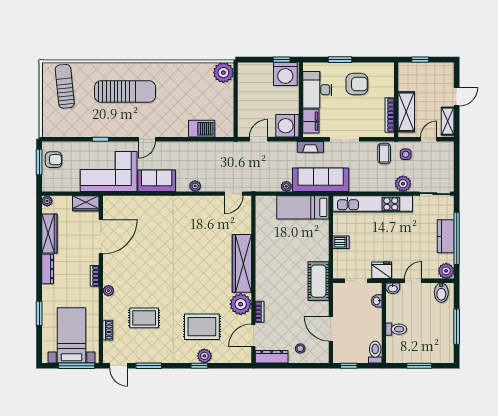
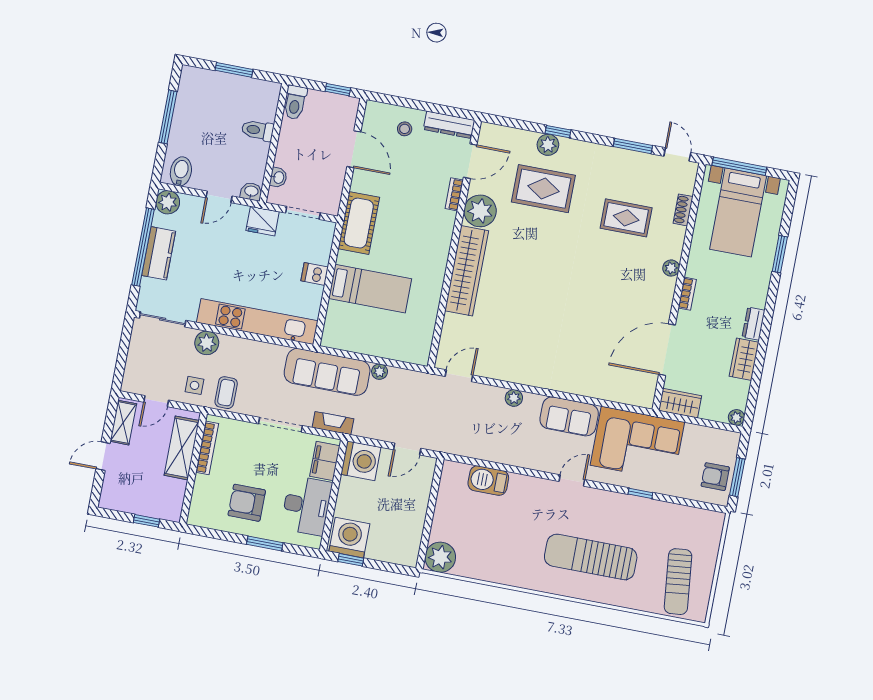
bed: (303, 207) -> (370, 289), moved
wardrobe: (49, 234) -> (744, 359), width x0.67
dresser: (48, 269) -> (754, 324), width x0.70

